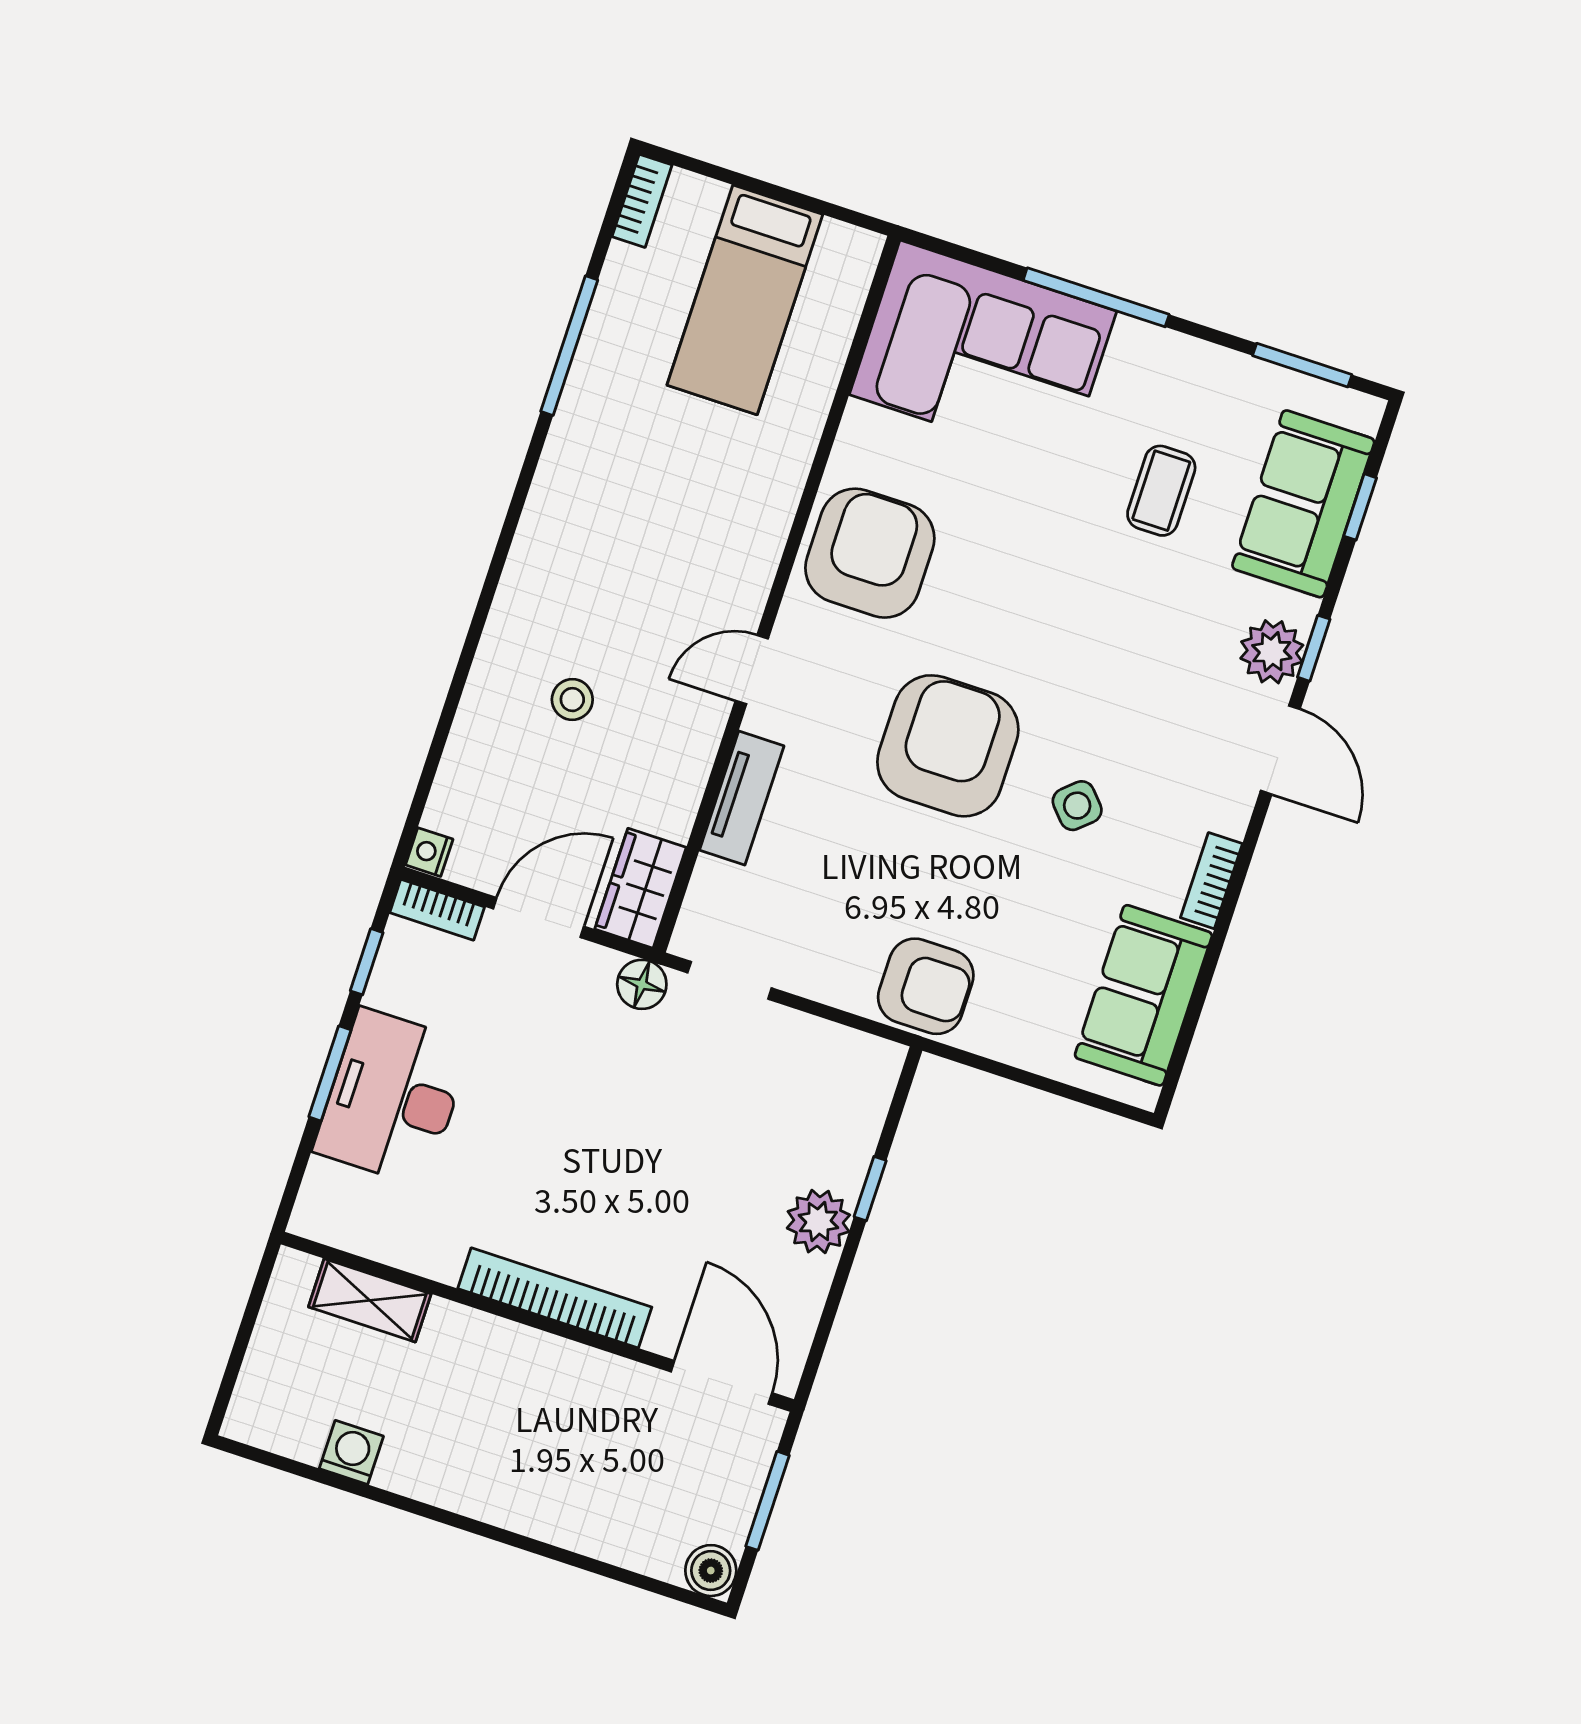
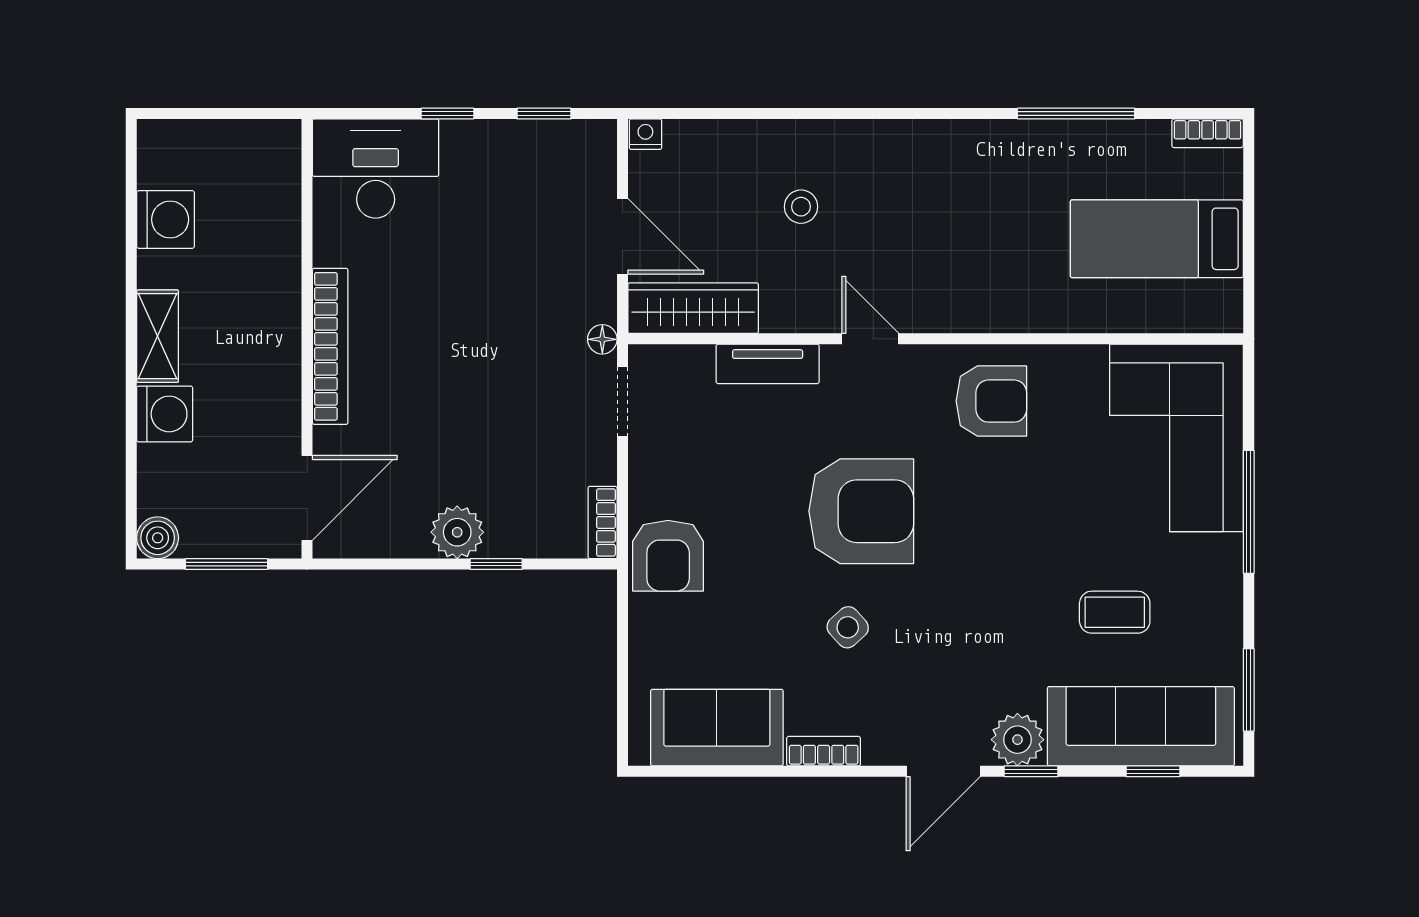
sofa: (1303, 504) -> (1141, 726), width x1.36
armchair: (870, 553) -> (991, 401), width x0.73, depth x0.73
wardrobe: (640, 888) -> (693, 308), width x1.50
bookcase: (437, 910) -> (603, 522), moved
floor lamp: (642, 984) -> (602, 339), width x0.73, depth x0.73
window: (330, 1073) -> (448, 114), width x0.67
desk: (393, 1097) -> (376, 169), moved
shelving: (370, 1300) -> (158, 336), moved
washing machine: (351, 1452) -> (166, 219), width x1.38, depth x1.38
washing machine: (570, 1515) -> (165, 414), added

